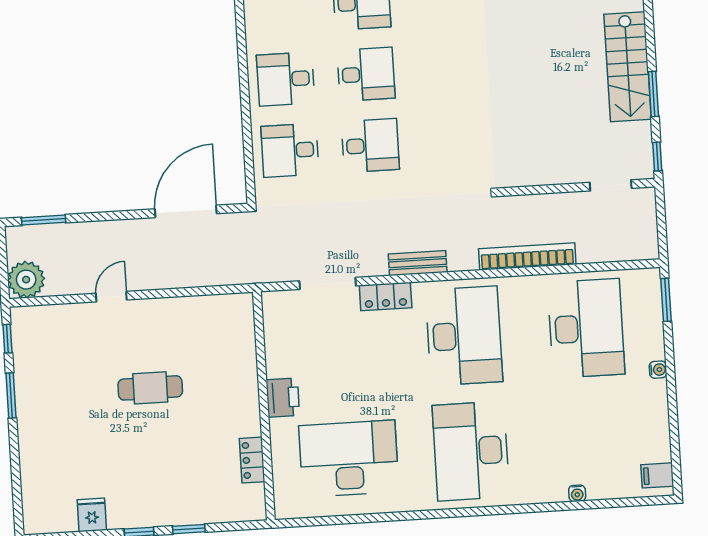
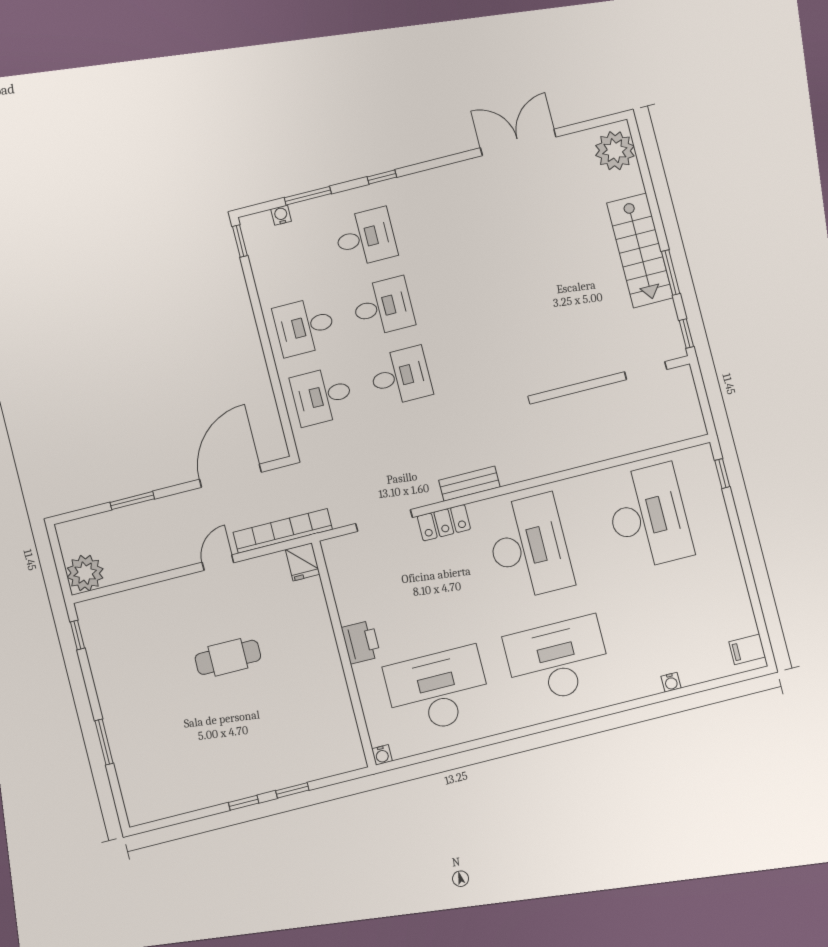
window: (44, 220) -> (132, 501), moved
bookcase: (527, 256) -> (283, 531), moved
door: (111, 297) -> (218, 563), moved
window: (666, 300) -> (722, 474), width x0.67
water cooler: (658, 370) -> (382, 755), moved, turned 90
window: (11, 395) -> (104, 742), moved
desk: (471, 451) -> (558, 660), turned 90
locker: (252, 460) -> (342, 710), removed
fridge: (92, 515) -> (303, 562), moved, turned 180

